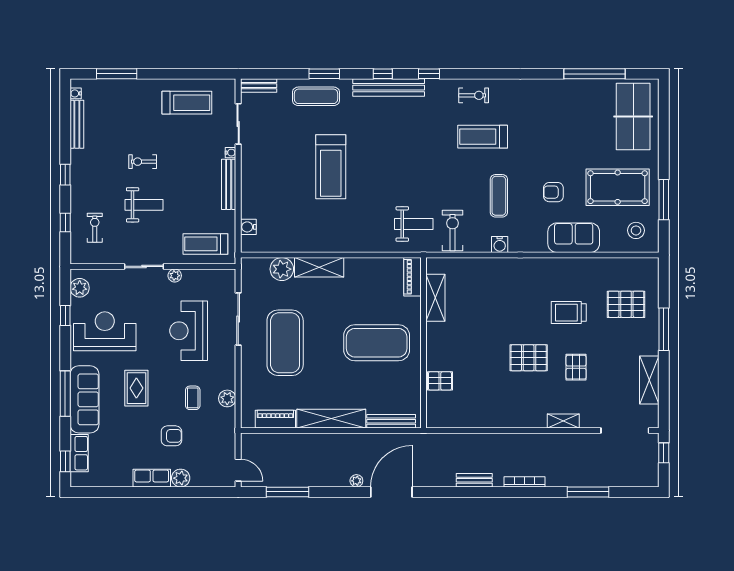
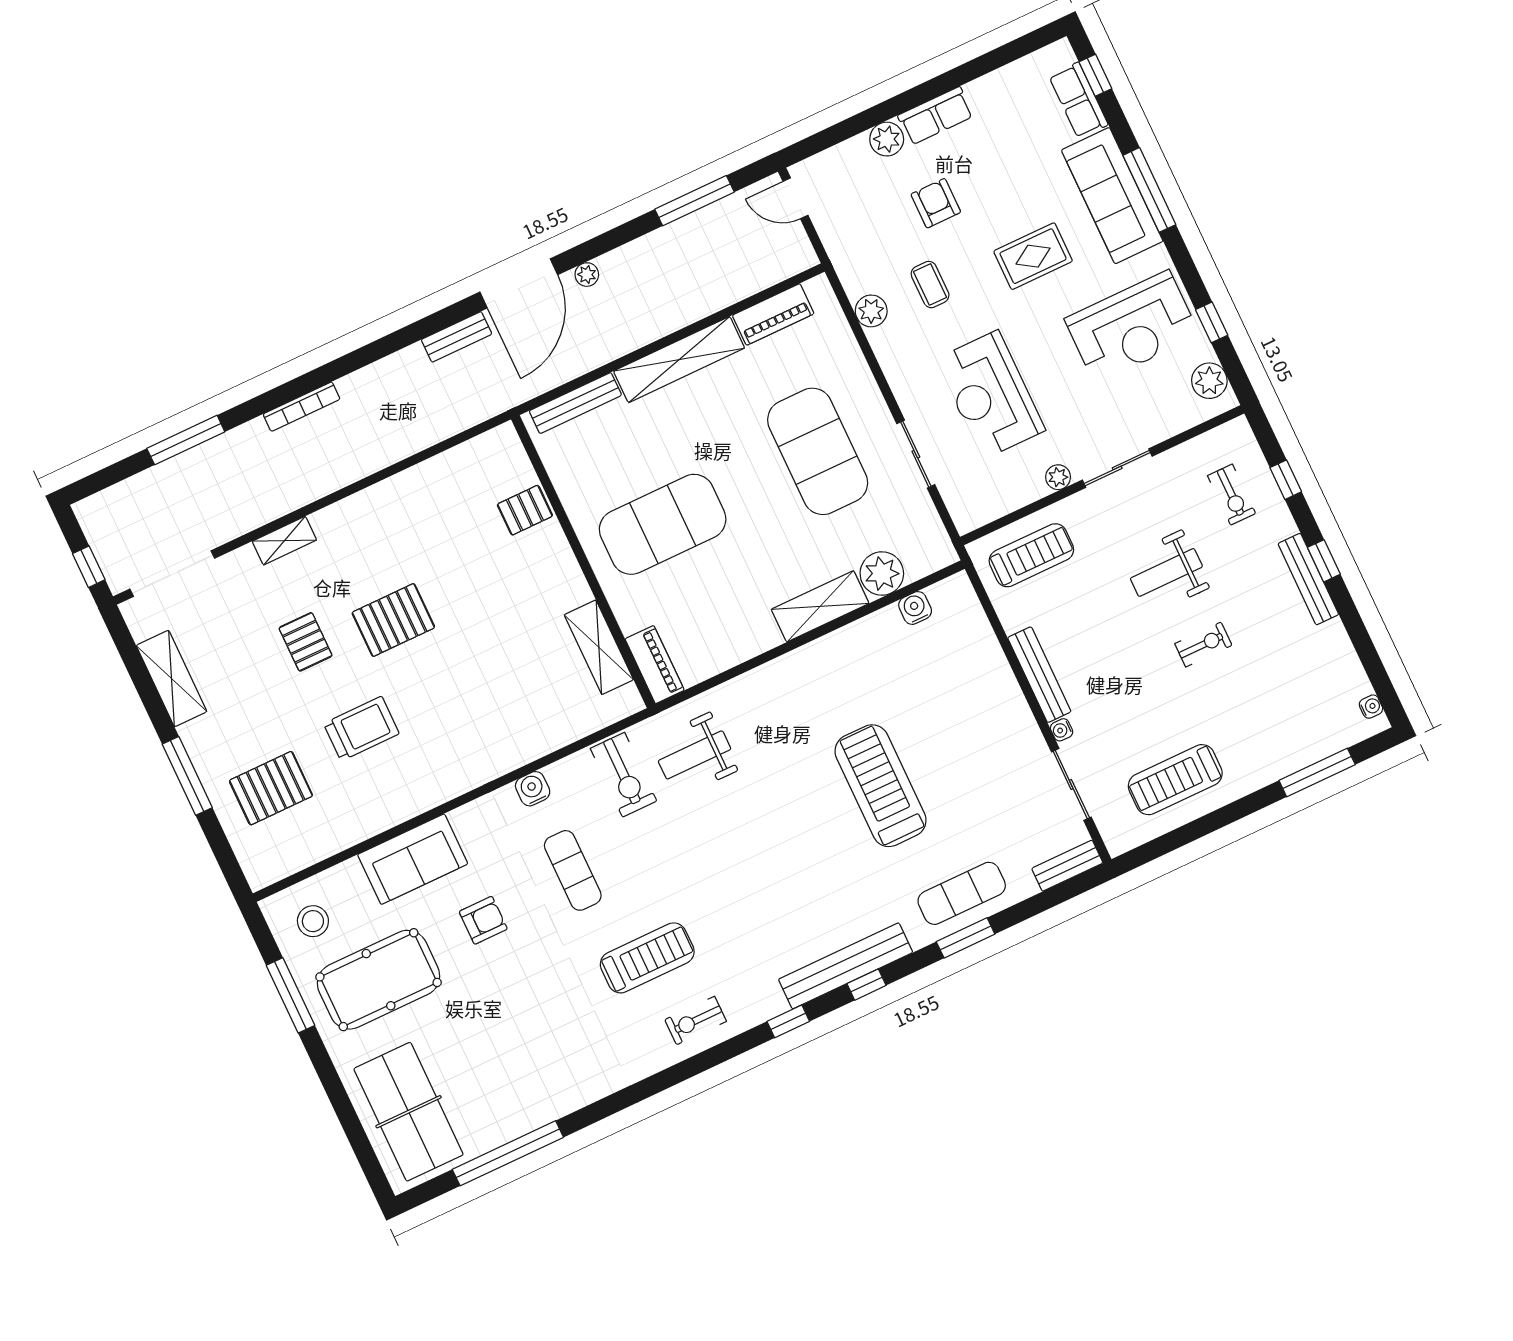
bench: (77, 124) -> (1308, 579), moved
water cooler: (248, 227) -> (915, 608), moved, turned -90
sliding door: (238, 319) -> (916, 454), width x0.73
reception desk: (189, 331) -> (990, 395), turned 180
rug: (136, 388) -> (1033, 256), turned 90
armchair: (171, 436) -> (936, 203), turned 90
bench: (474, 480) -> (457, 337), moved

